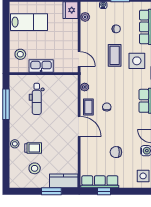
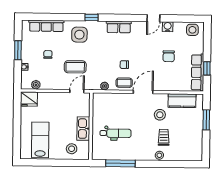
coffee table: (115, 55) -> (75, 67), moved
stool: (35, 168) -> (160, 115), moved
kitchen counter: (64, 181) -> (182, 101), moved, turned -90

